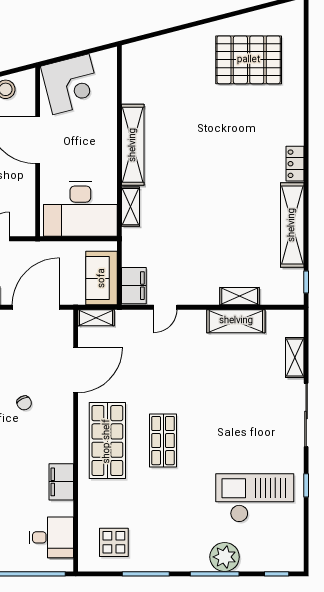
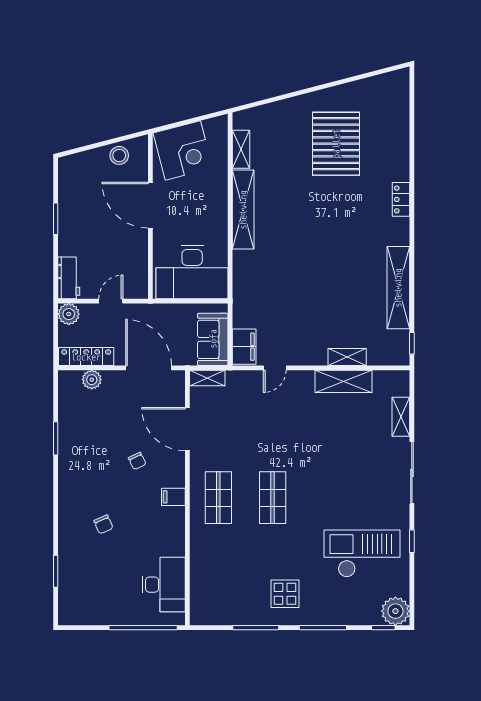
pallet: (249, 60) -> (336, 144), moved, turned 90
locker: (295, 164) -> (401, 199), moved
shelving: (131, 207) -> (241, 149), moved
door: (36, 307) -> (149, 368), hinge flipped
door: (76, 370) -> (187, 429), swing flipped
shop shelf: (107, 441) -> (218, 498), width x0.70, depth x0.74
filing cabinet: (61, 482) -> (173, 497), moved, width x0.50
desk: (51, 537) -> (164, 585), width x1.37
display table: (114, 542) -> (285, 594), moved
plant: (225, 557) -> (395, 611), moved

